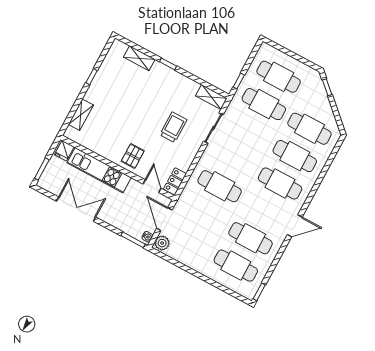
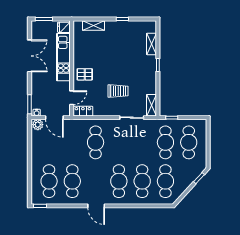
door: (164, 219) -> (54, 118), swing flipped

